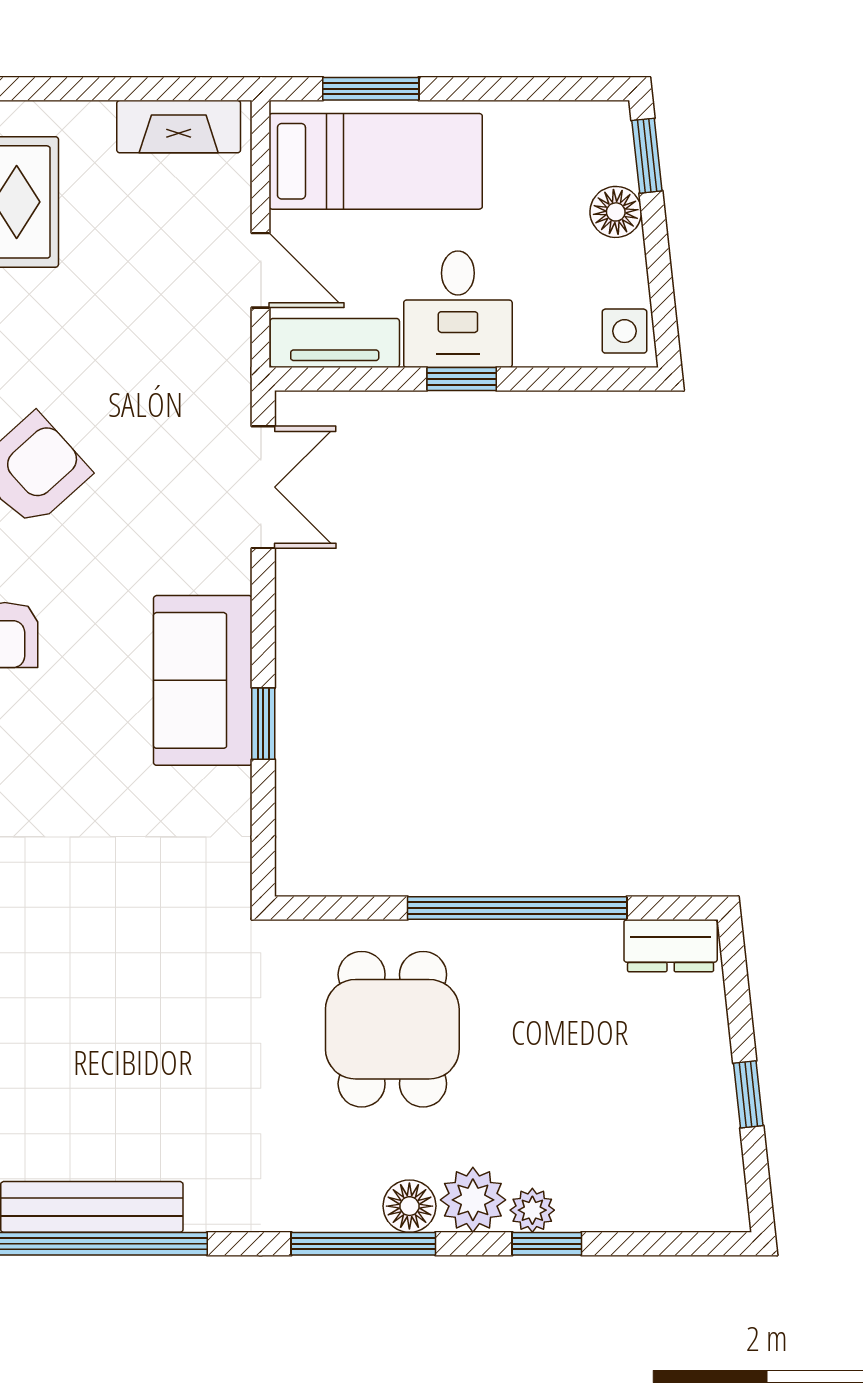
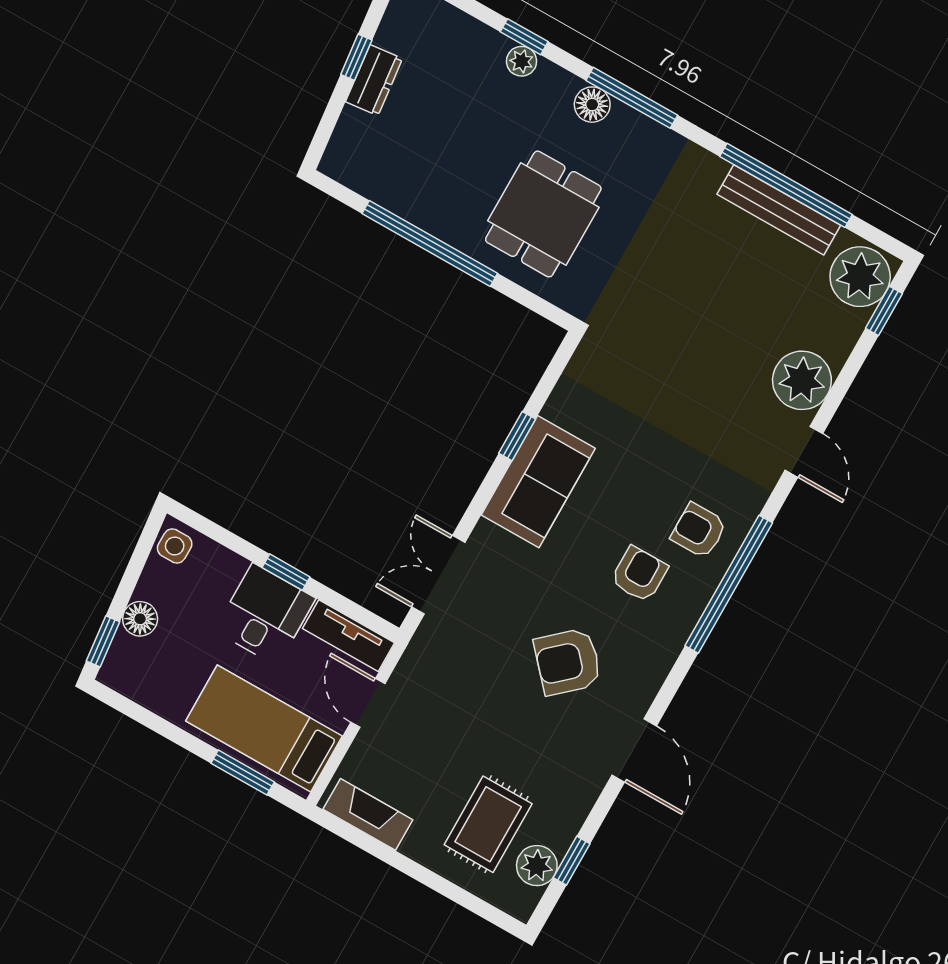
dresser: (671, 946) -> (374, 80), moved, turned 84
plant: (473, 1200) -> (553, 87), removed

